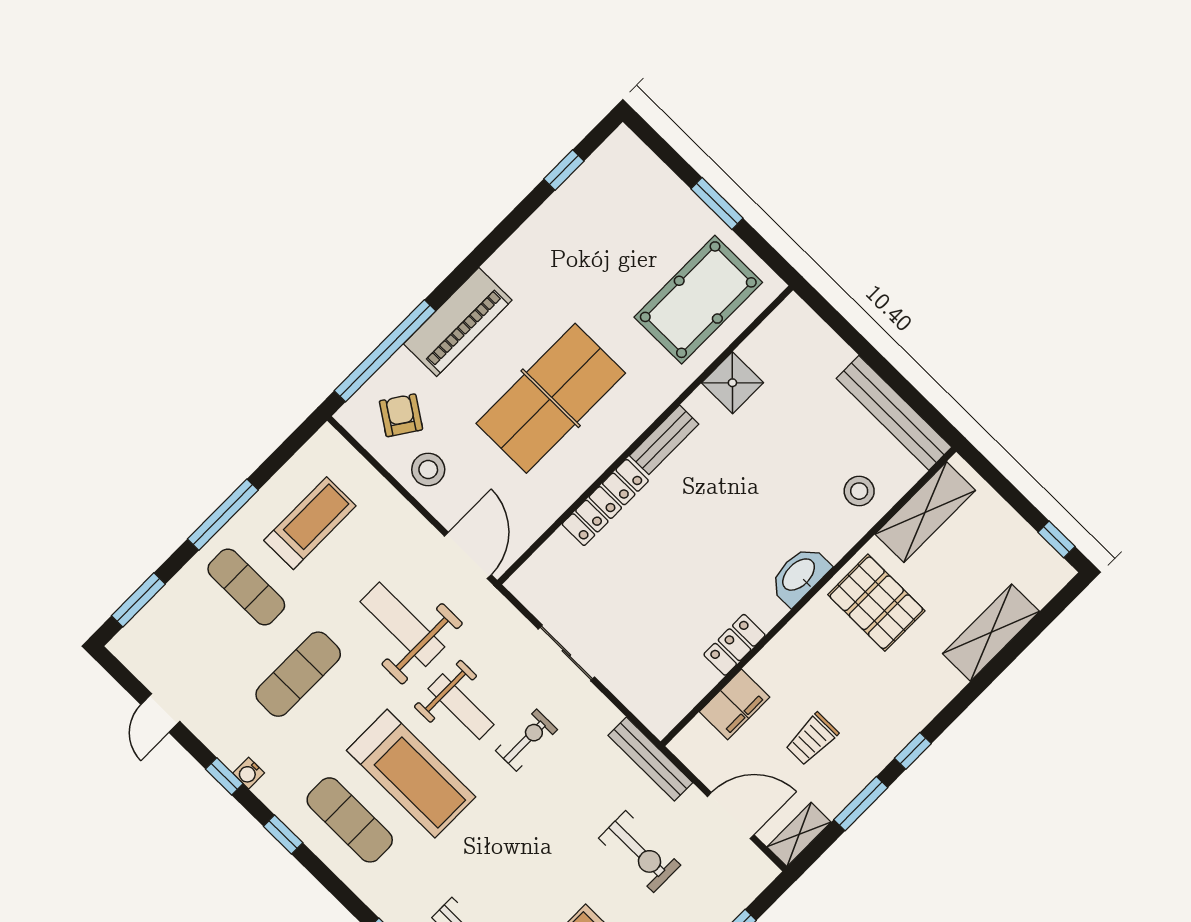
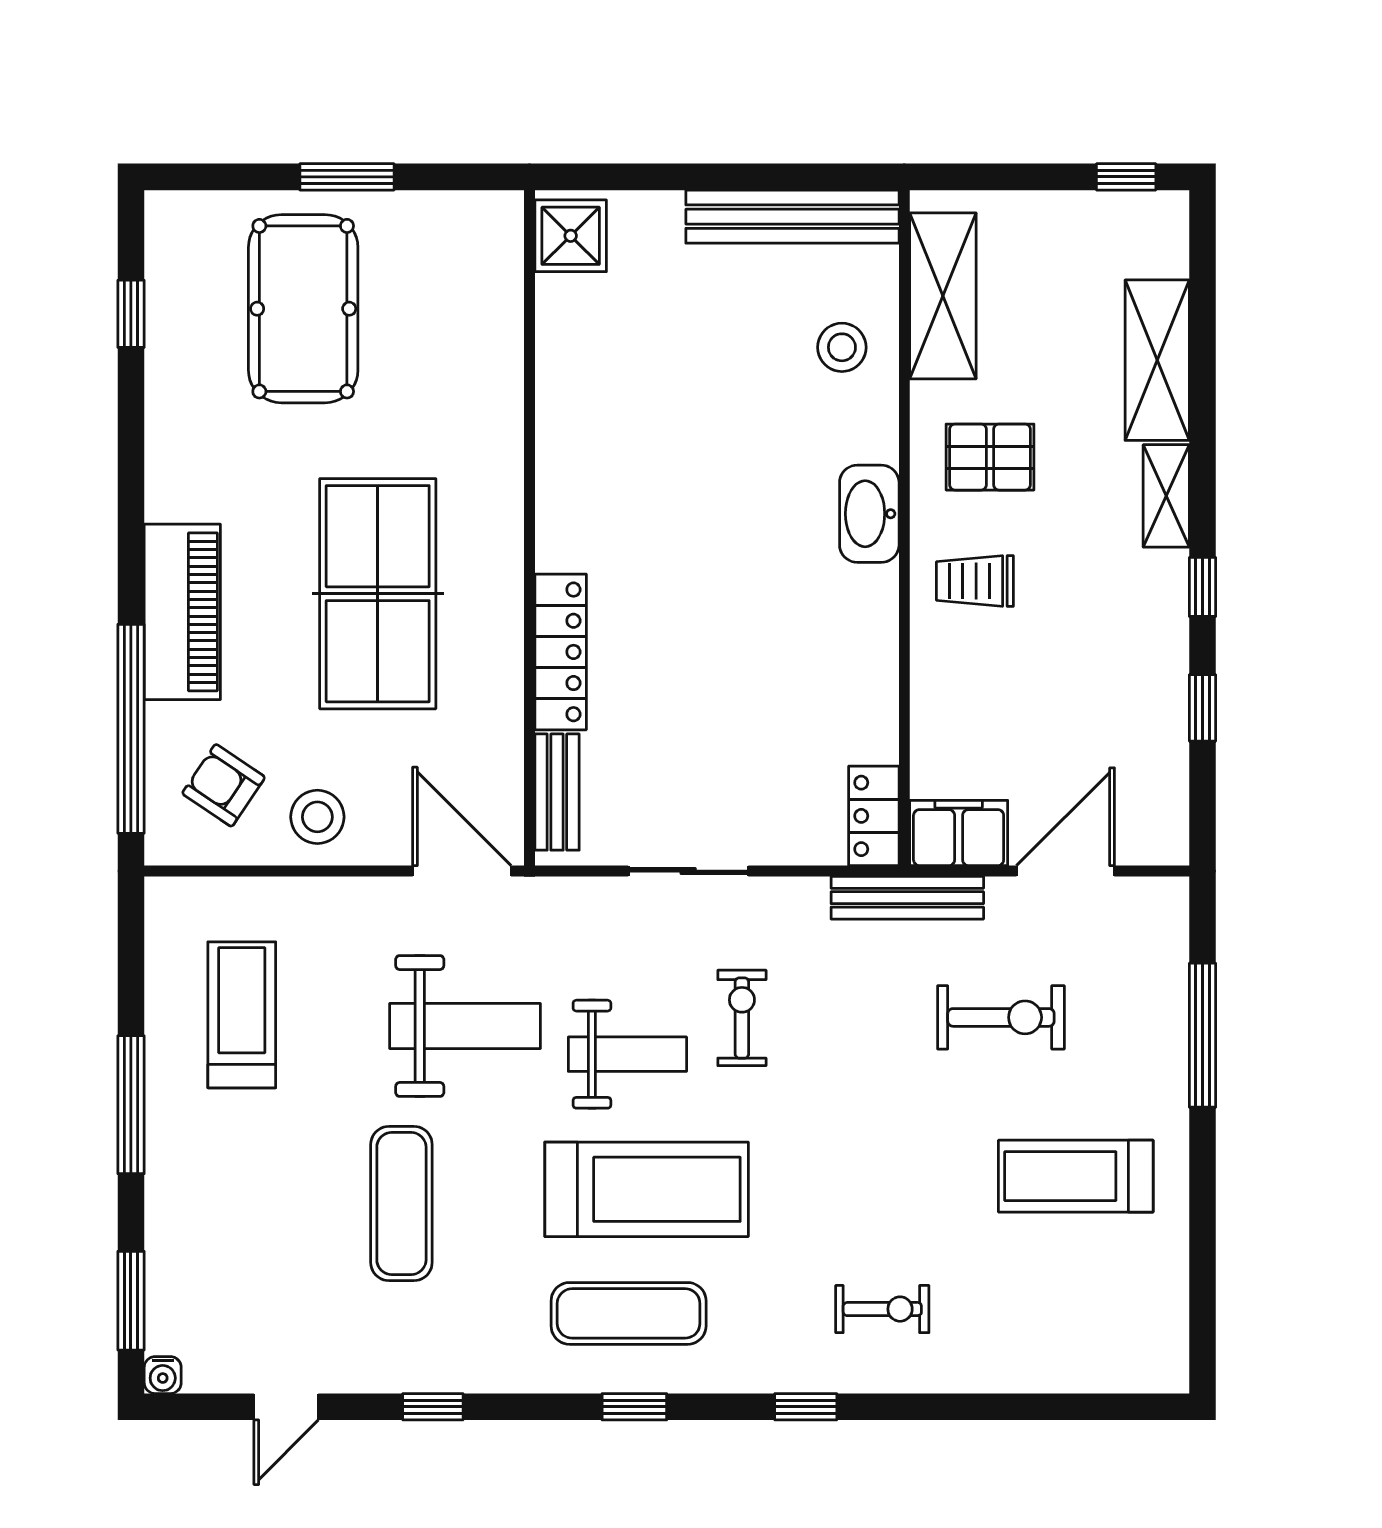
pool table: (698, 300) -> (303, 309), moved
shower: (732, 383) -> (571, 236), moved
bench: (664, 440) -> (557, 792), moved
exercise mat: (246, 587) -> (241, 1162), removed
pallet: (876, 603) -> (990, 457), width x0.67, depth x0.71
weight bench: (402, 624) -> (465, 1026), turned 180
locker: (734, 645) -> (874, 816), moved
filing cabinet: (735, 704) -> (959, 833), moved, turned -90
door: (160, 713) -> (286, 1407), hinge flipped
trolley: (812, 739) -> (975, 581), moved, turned 90
water cooler: (249, 773) -> (163, 1375), moved
window: (861, 804) -> (1203, 708), width x0.67
window: (283, 834) -> (634, 1407), moved
shelving: (799, 834) -> (1166, 496), moved

